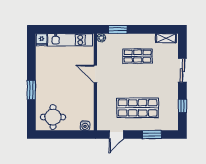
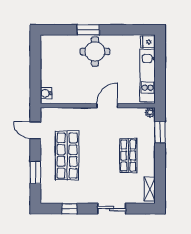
round table: (53, 117) -> (95, 52), moved

